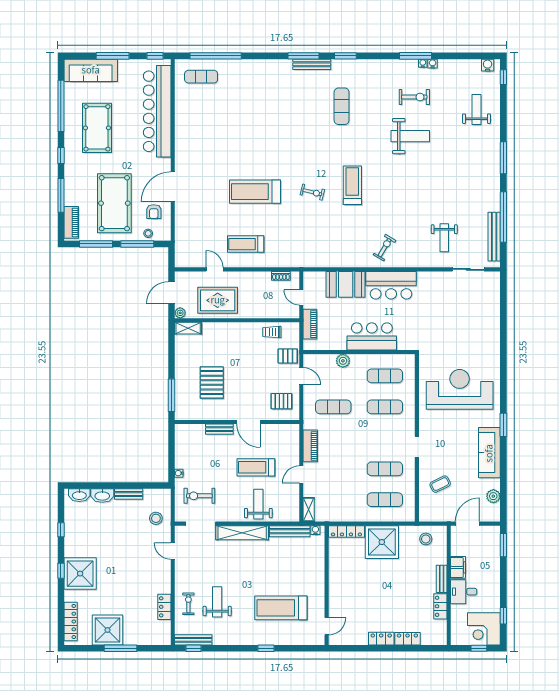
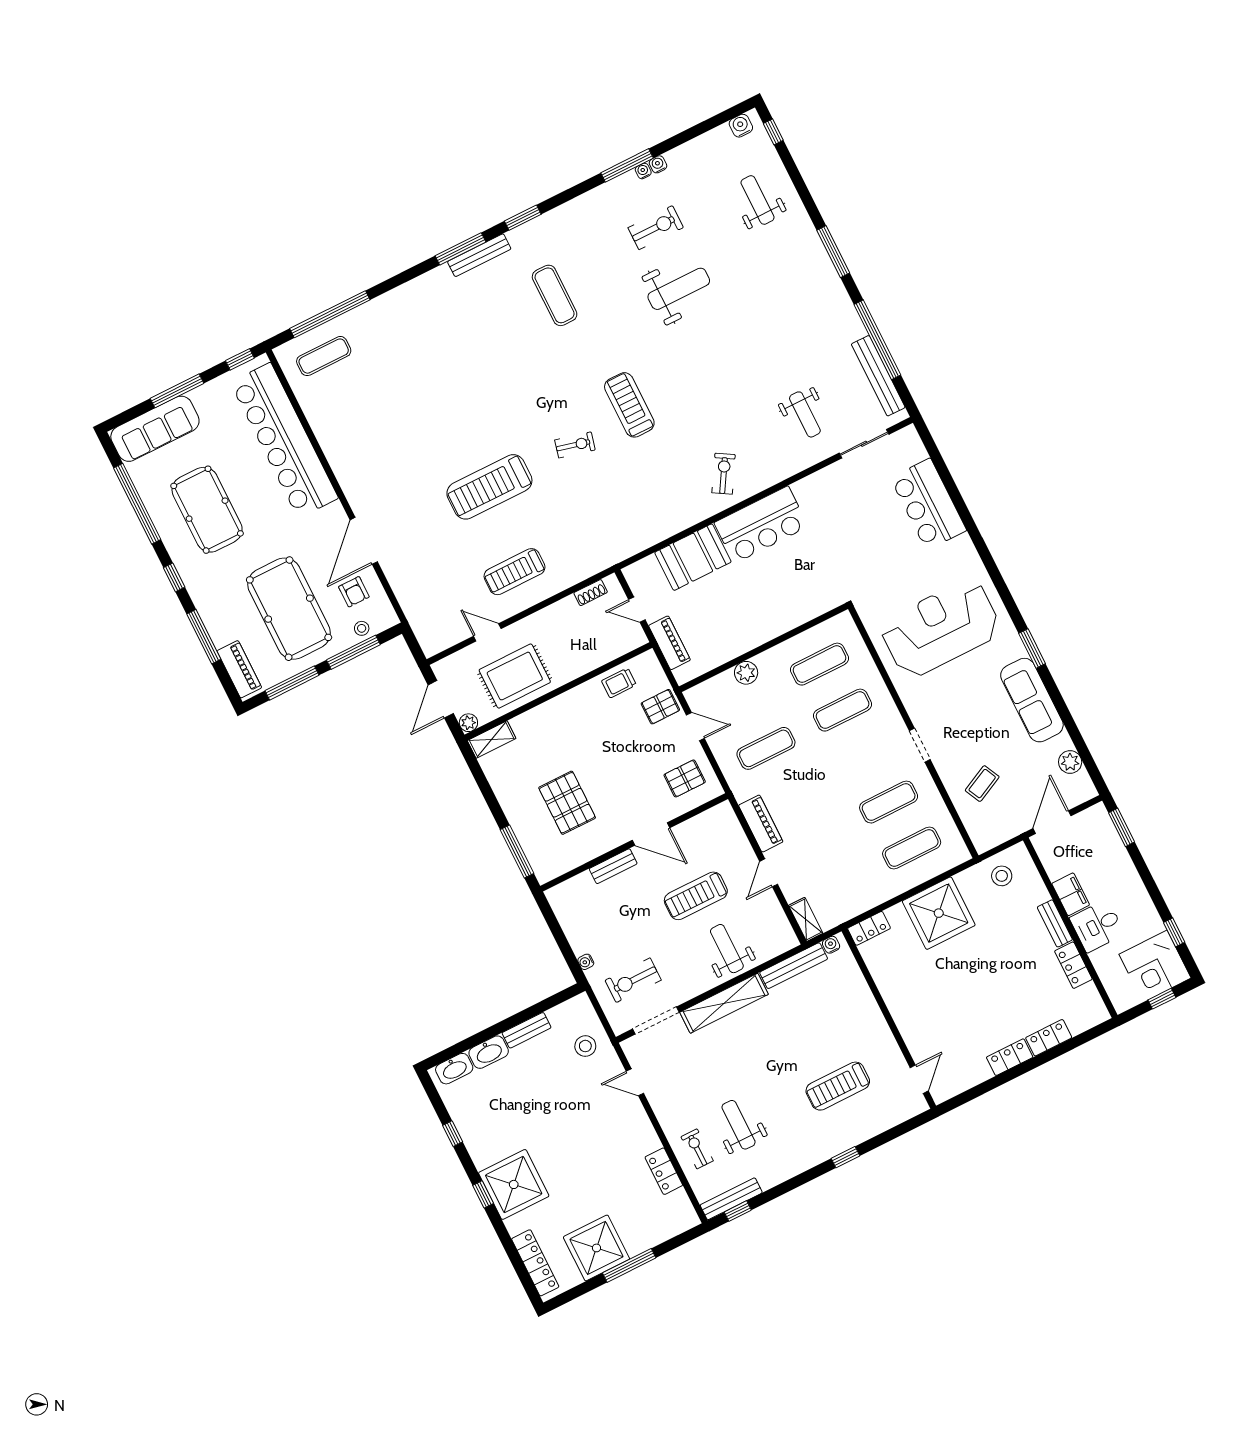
bar counter: (372, 336) -> (928, 504), moved, turned -90
locker: (346, 531) -> (869, 928), width x0.66
treadmill: (281, 608) -> (838, 1086), width x0.73, depth x0.73

